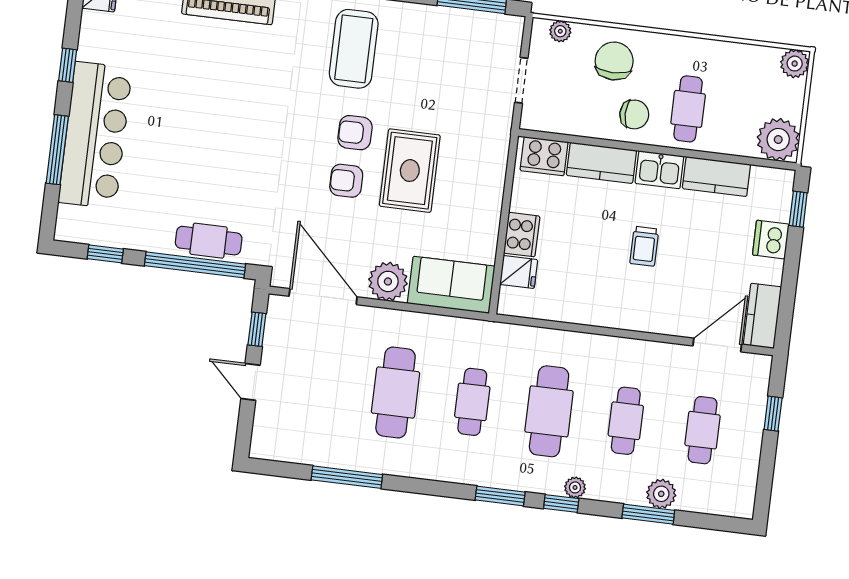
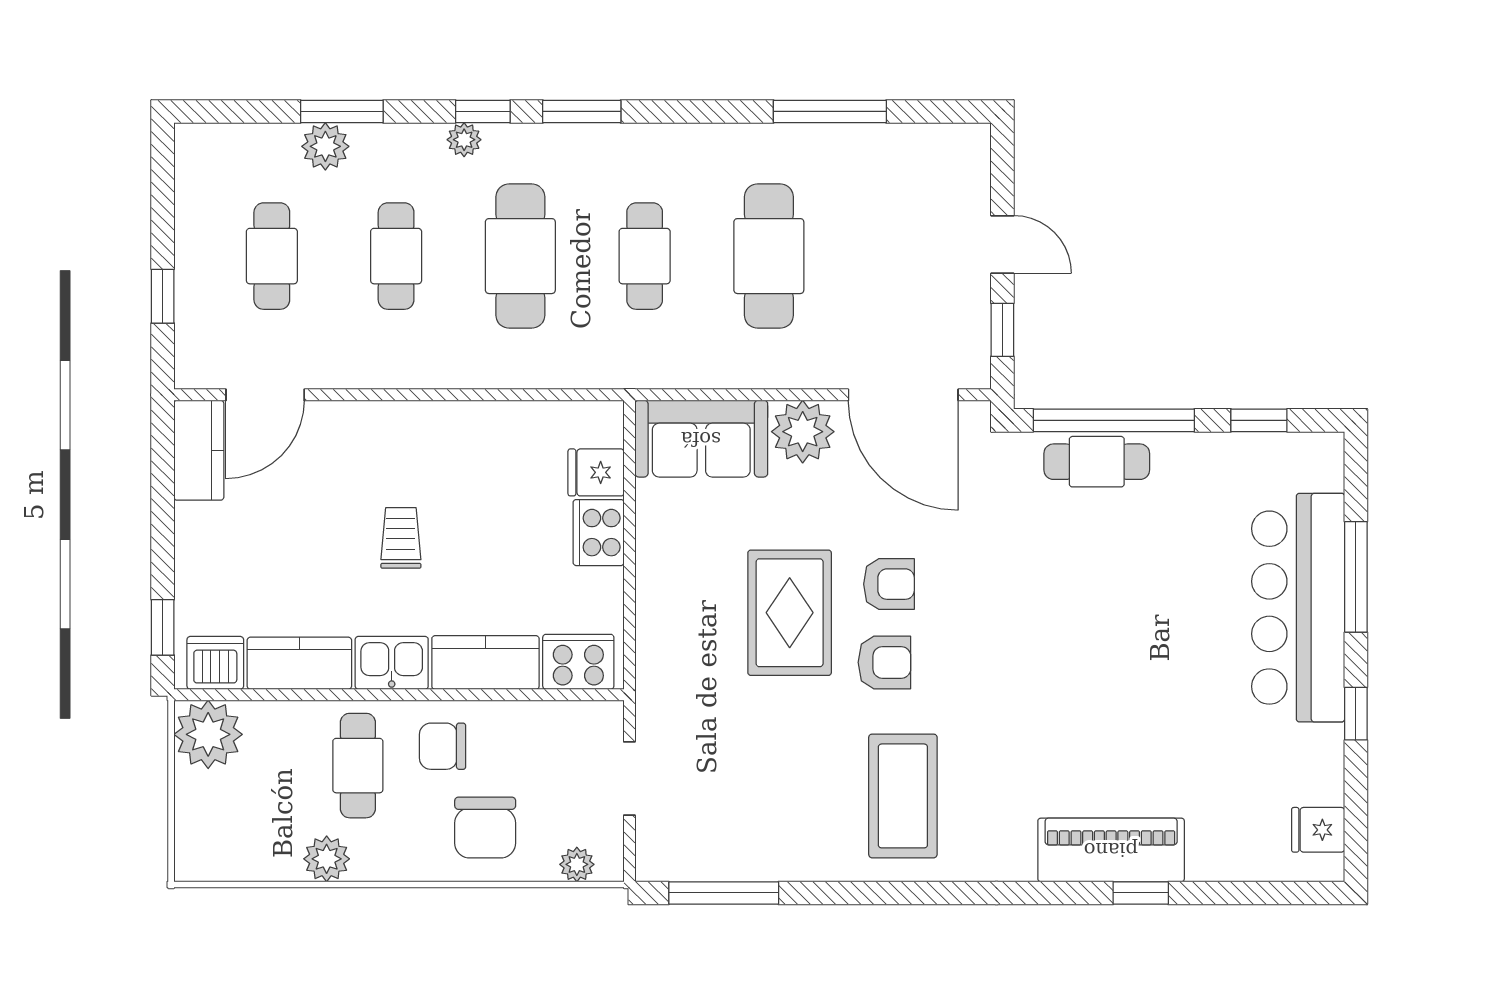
plant: (795, 64) -> (327, 859), moved
dishwasher: (771, 240) -> (215, 663), moved, turned -90

